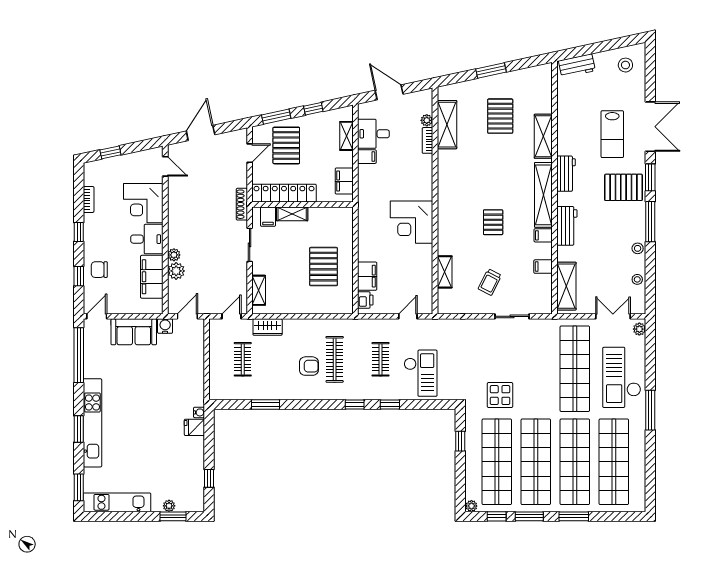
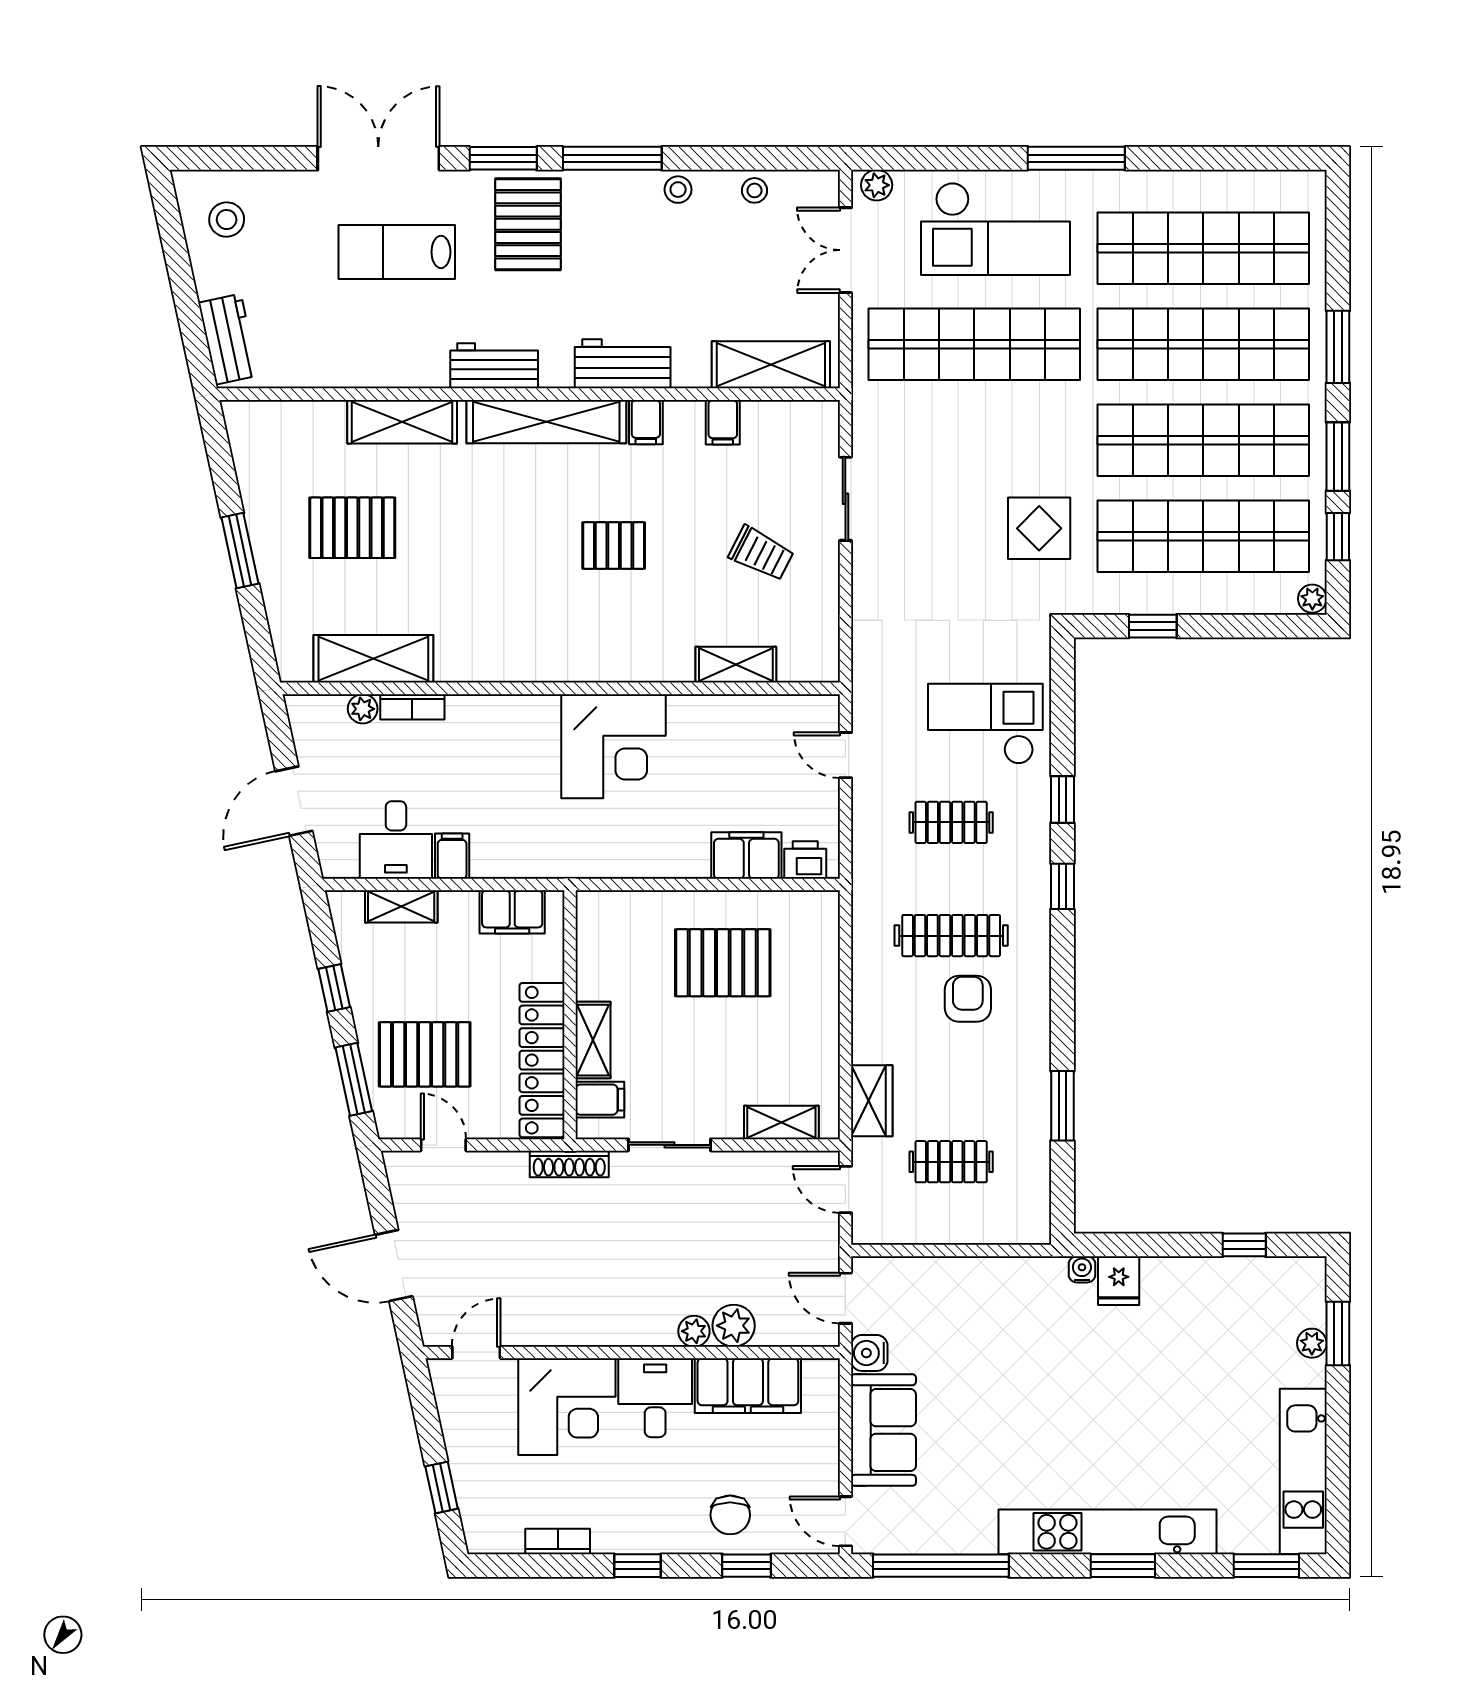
lab bench: (612, 134) -> (397, 252), turned 180

